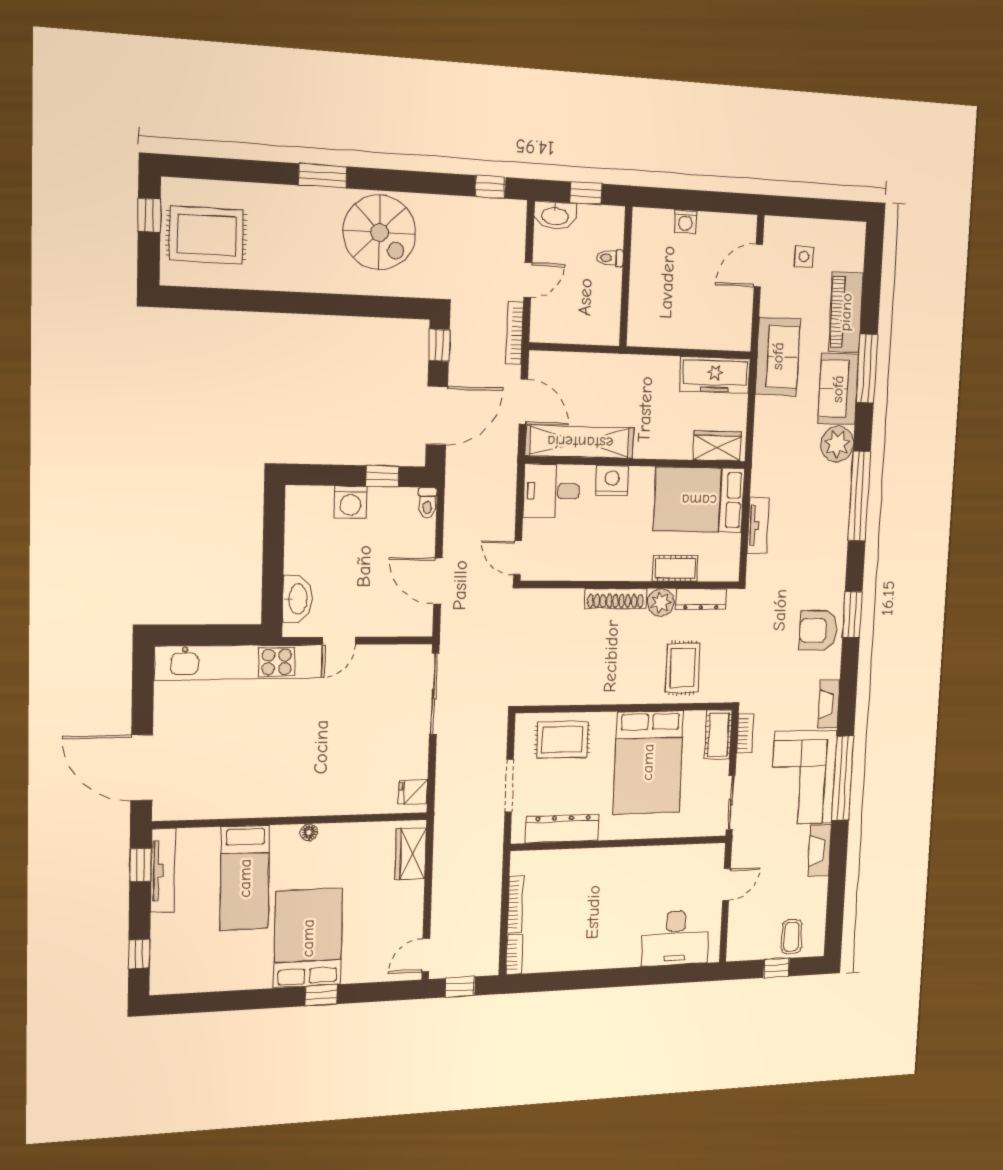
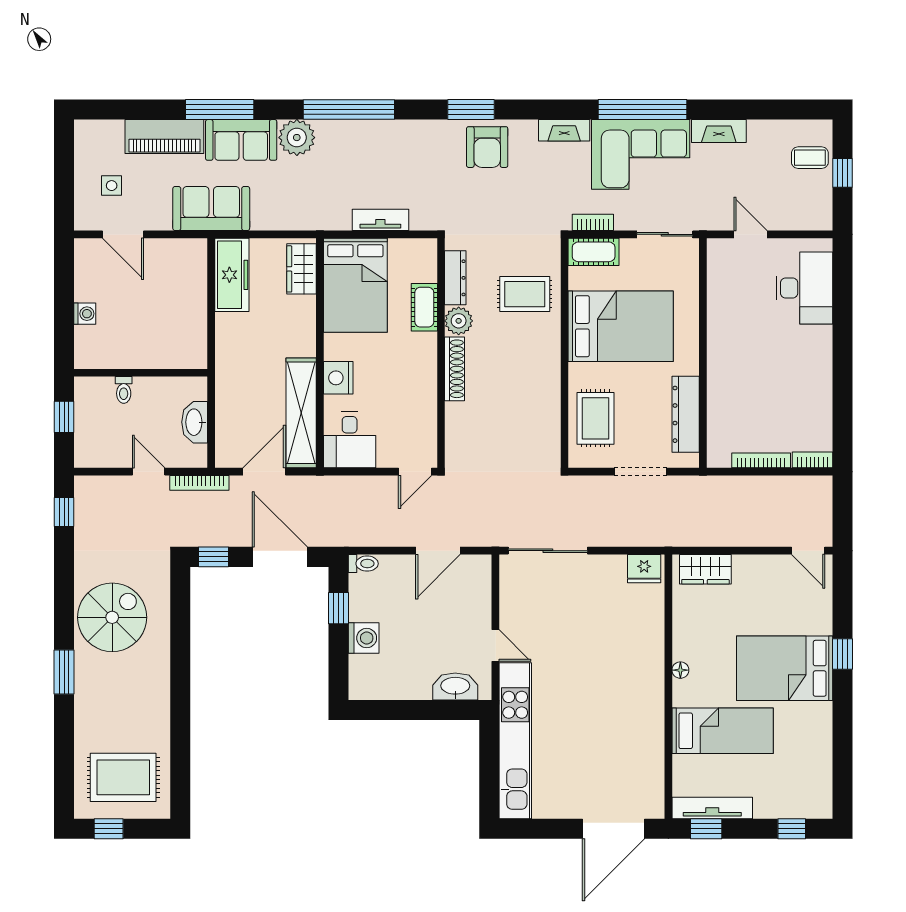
washbasin: (555, 215) -> (195, 422), moved, turned 180
rug: (206, 235) -> (123, 777), turned 90
fridge: (413, 792) -> (644, 569), width x1.38
window: (460, 987) -> (843, 515), removed

